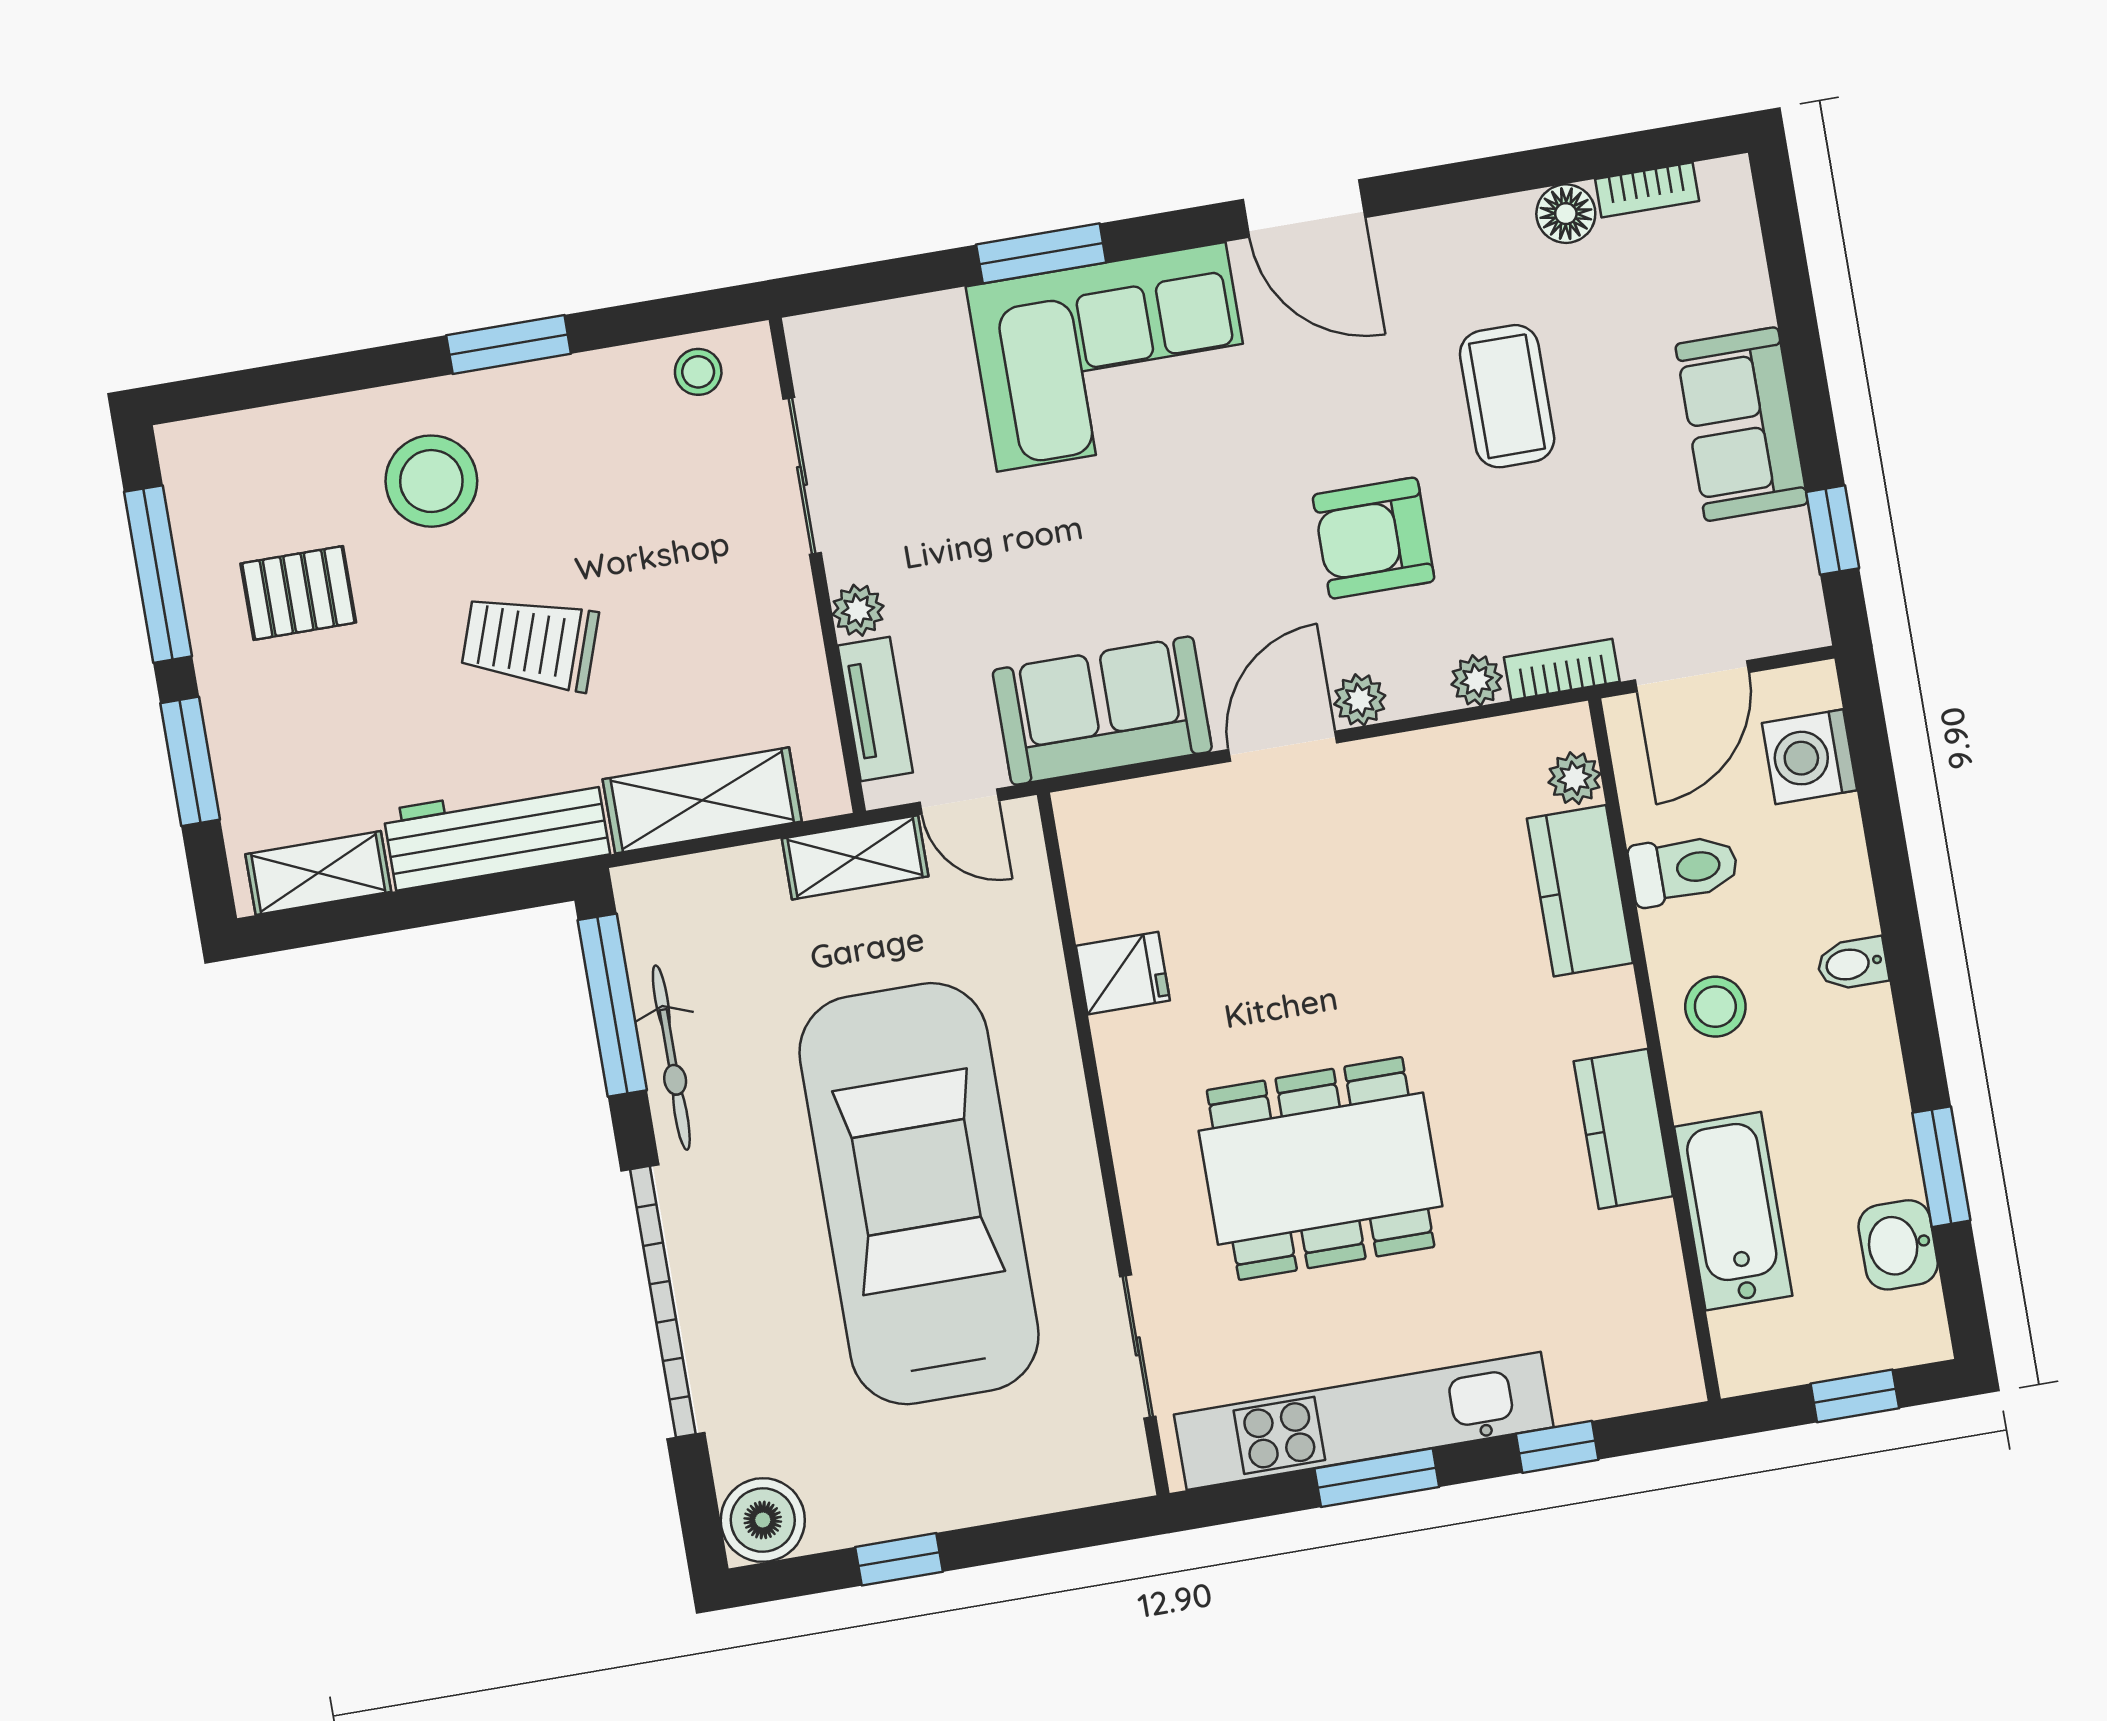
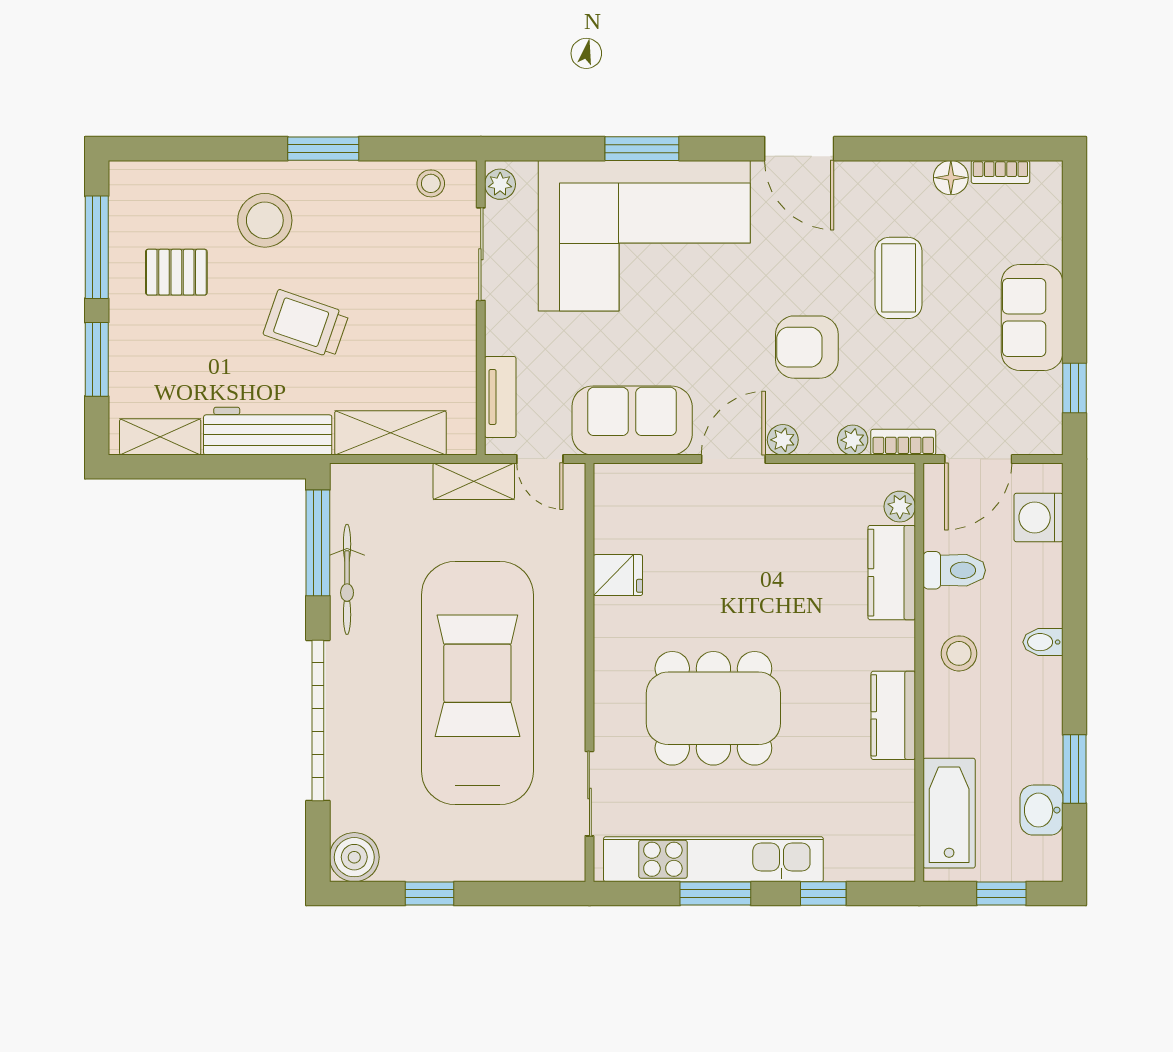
corner sofa: (1111, 357) -> (644, 236), width x1.36, depth x1.36
plant: (858, 610) -> (500, 184), moved
bathtub: (1733, 1211) -> (949, 813), moved

